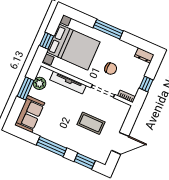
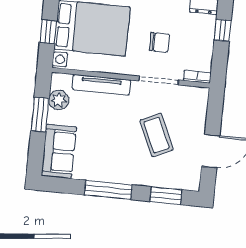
window: (146, 84) -> (223, 30), moved
coffee table: (91, 123) -> (157, 135), turned 66

